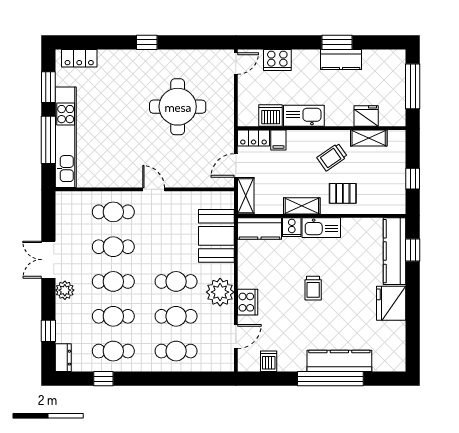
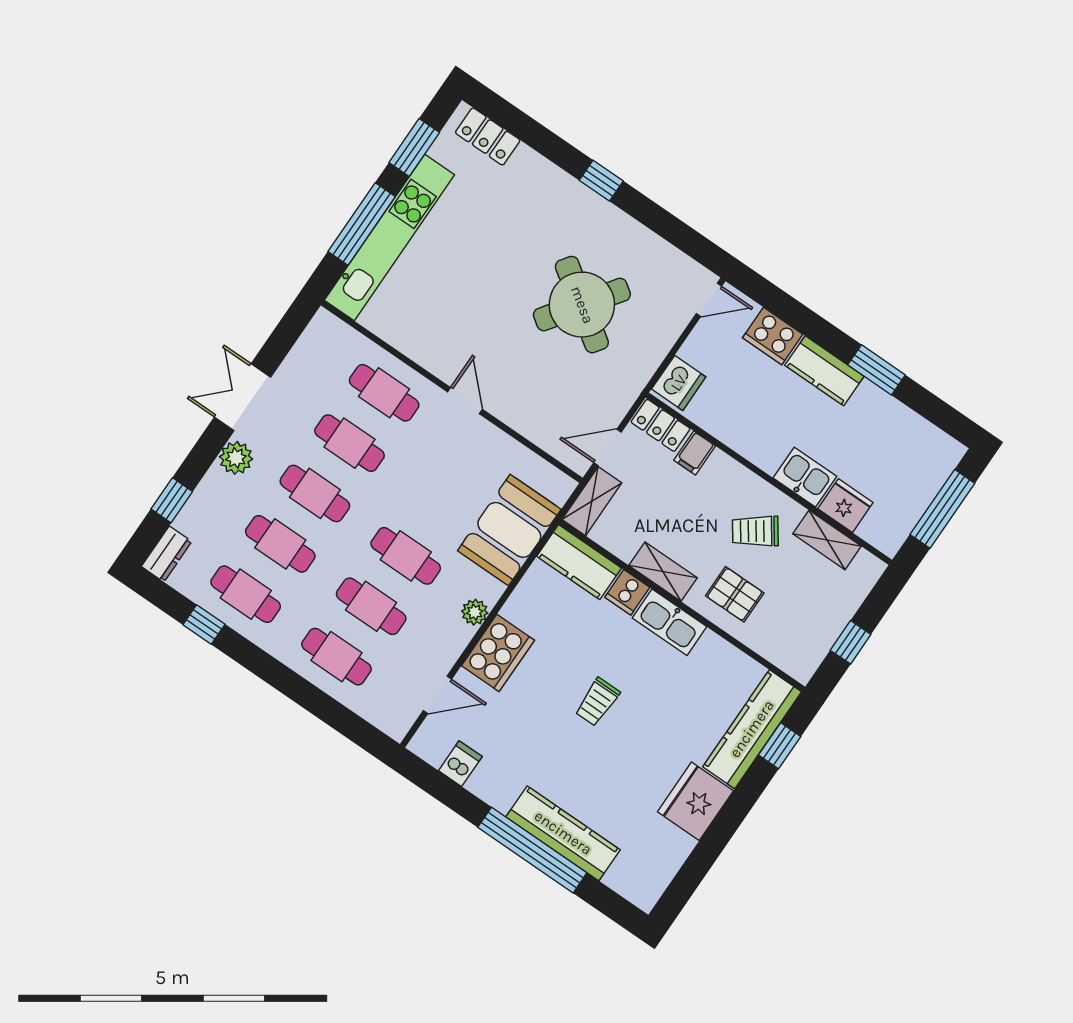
kitchen counter: (341, 60) -> (824, 371), moved
round table: (178, 107) -> (582, 305), turned 35
dishwasher: (271, 116) -> (679, 383), moved, turned 90
kitchen sink: (304, 116) -> (805, 477), moved, width x0.73
plant: (220, 292) -> (475, 612), width x0.53, depth x0.53
cooker: (248, 302) -> (498, 653), width x1.37, depth x1.31

